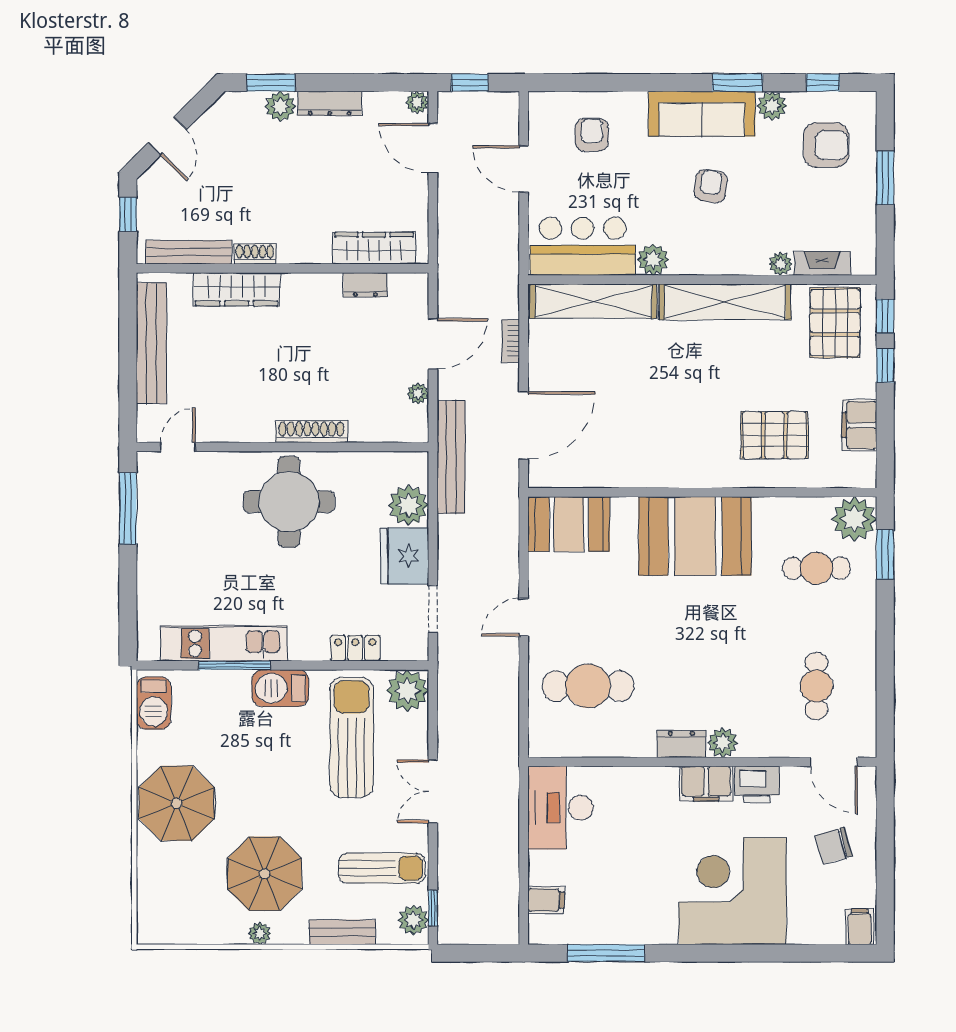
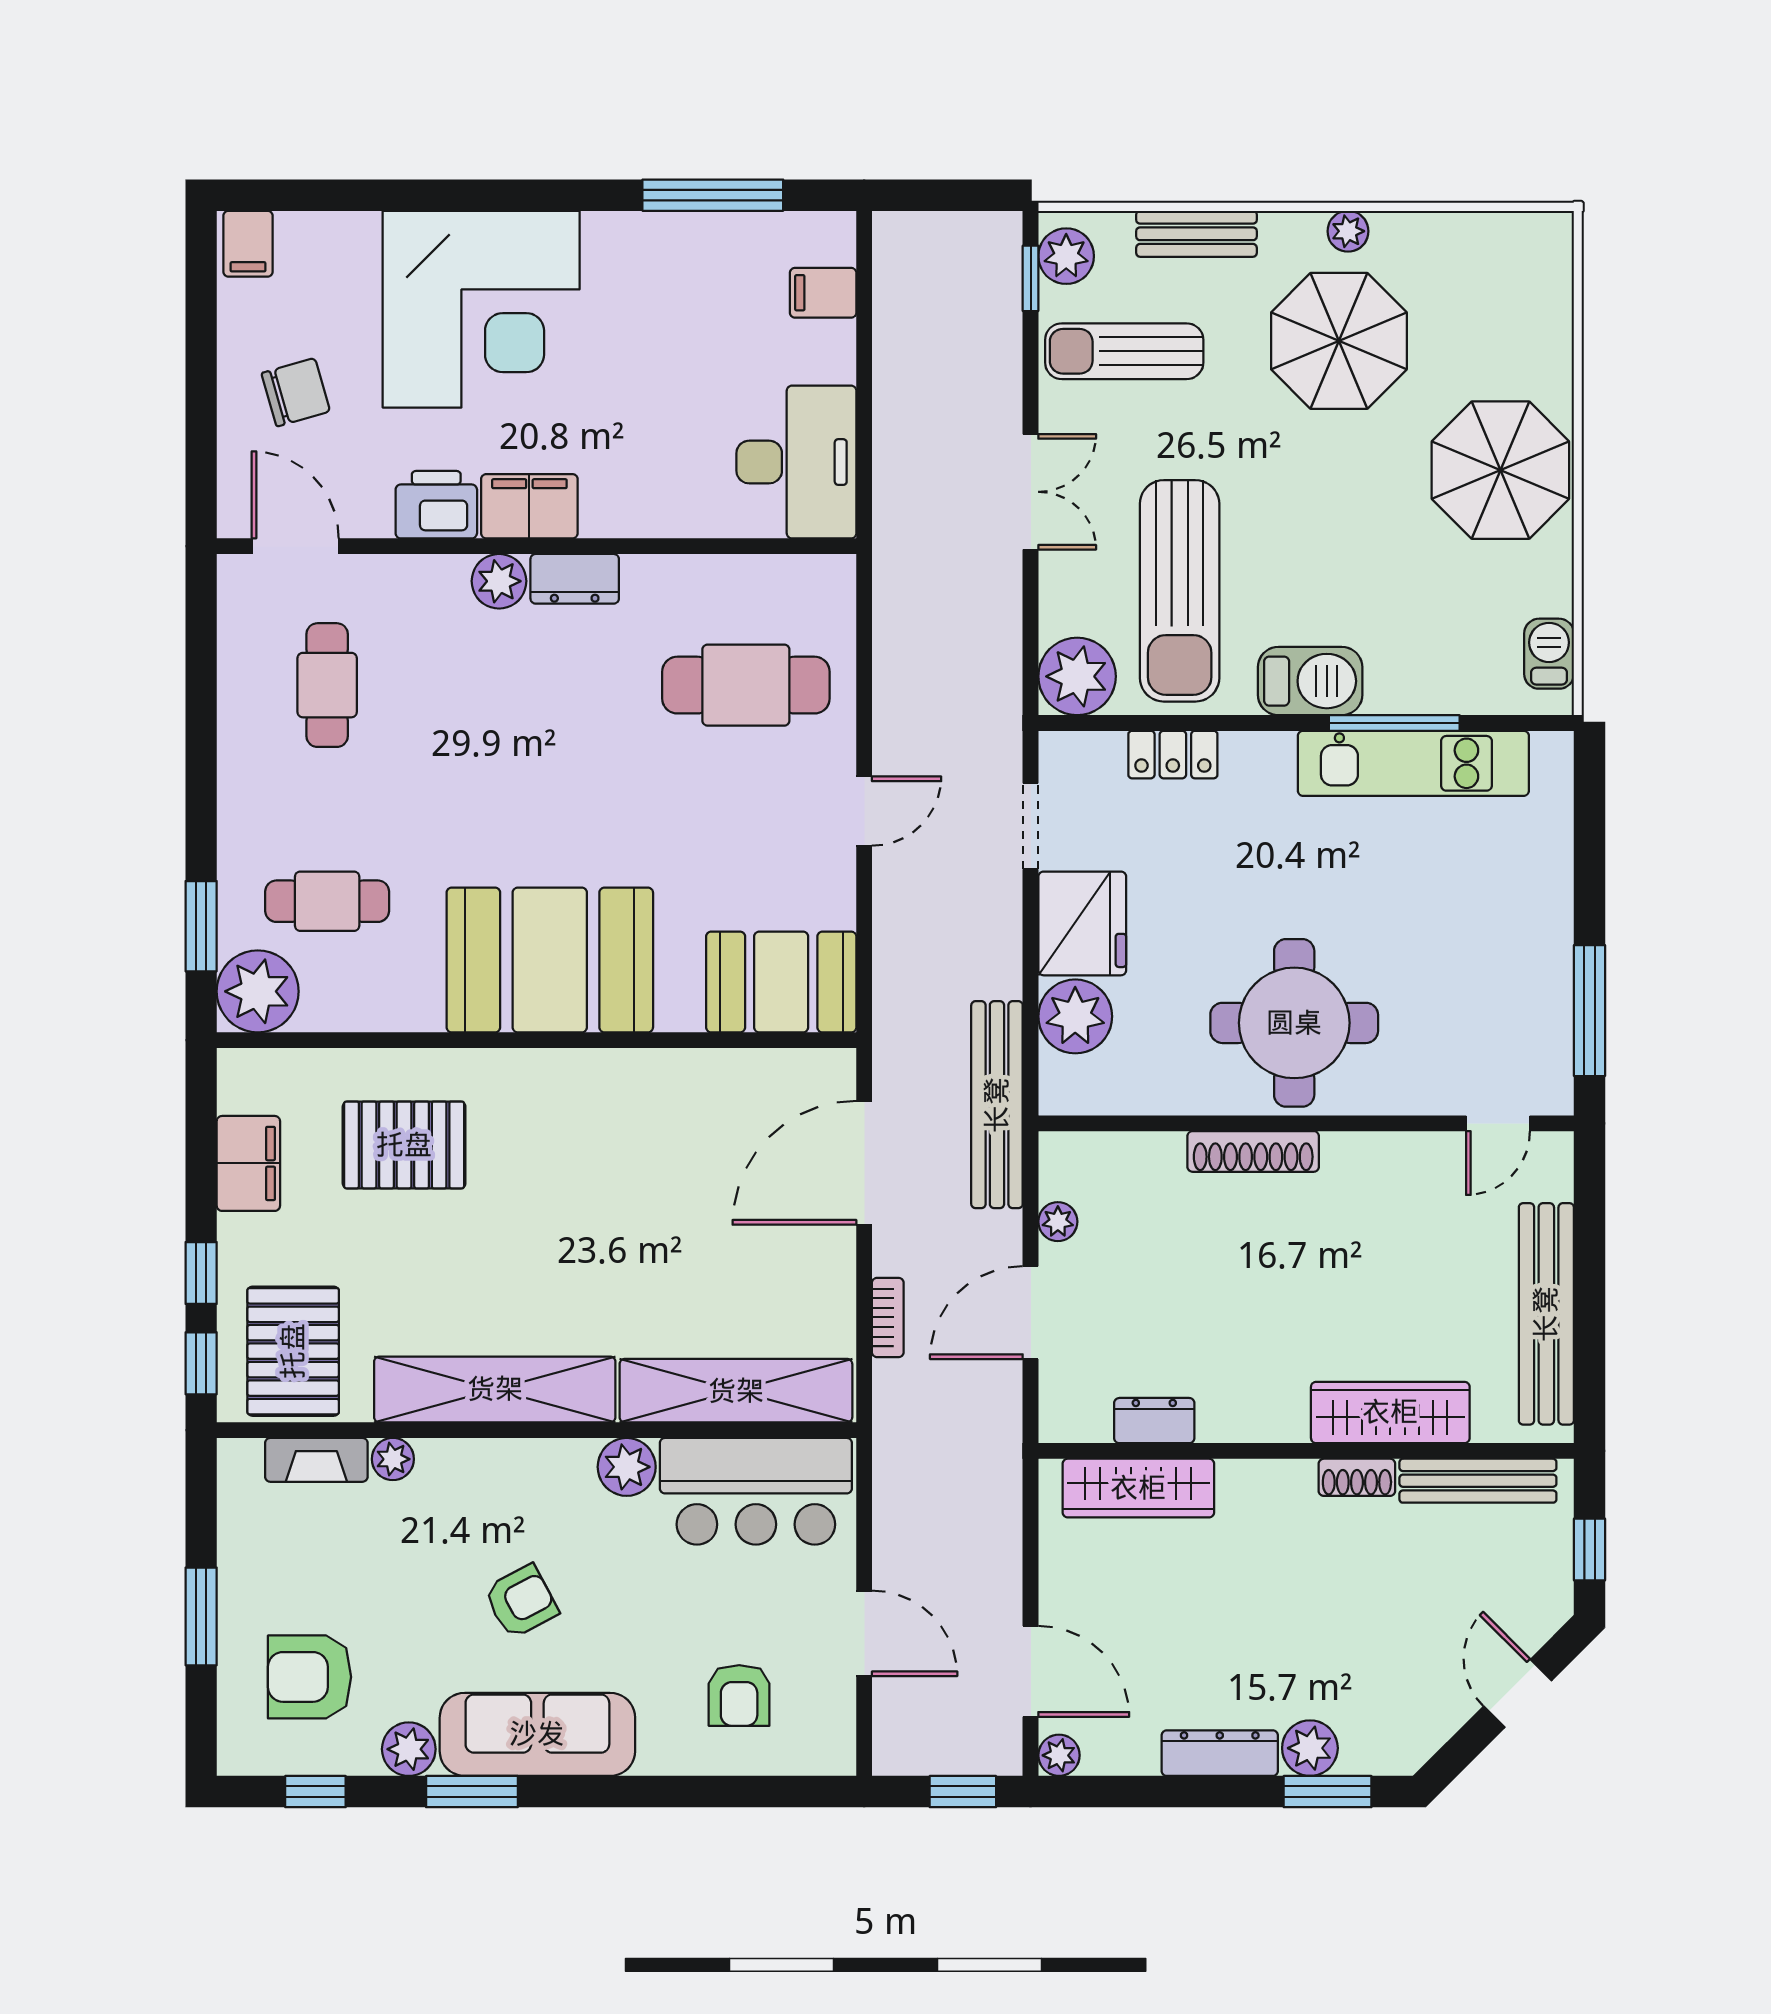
armchair: (711, 186) -> (521, 1601), turned -126
barbecue: (154, 703) -> (1549, 654), width x0.73, depth x0.79

